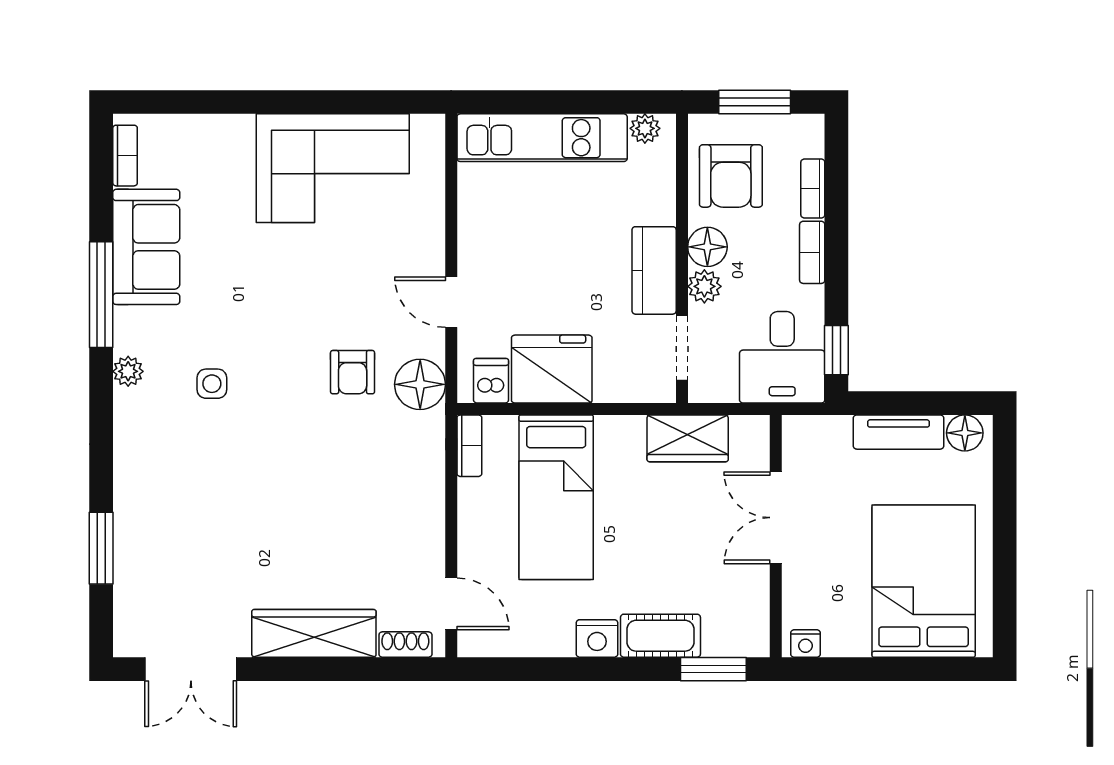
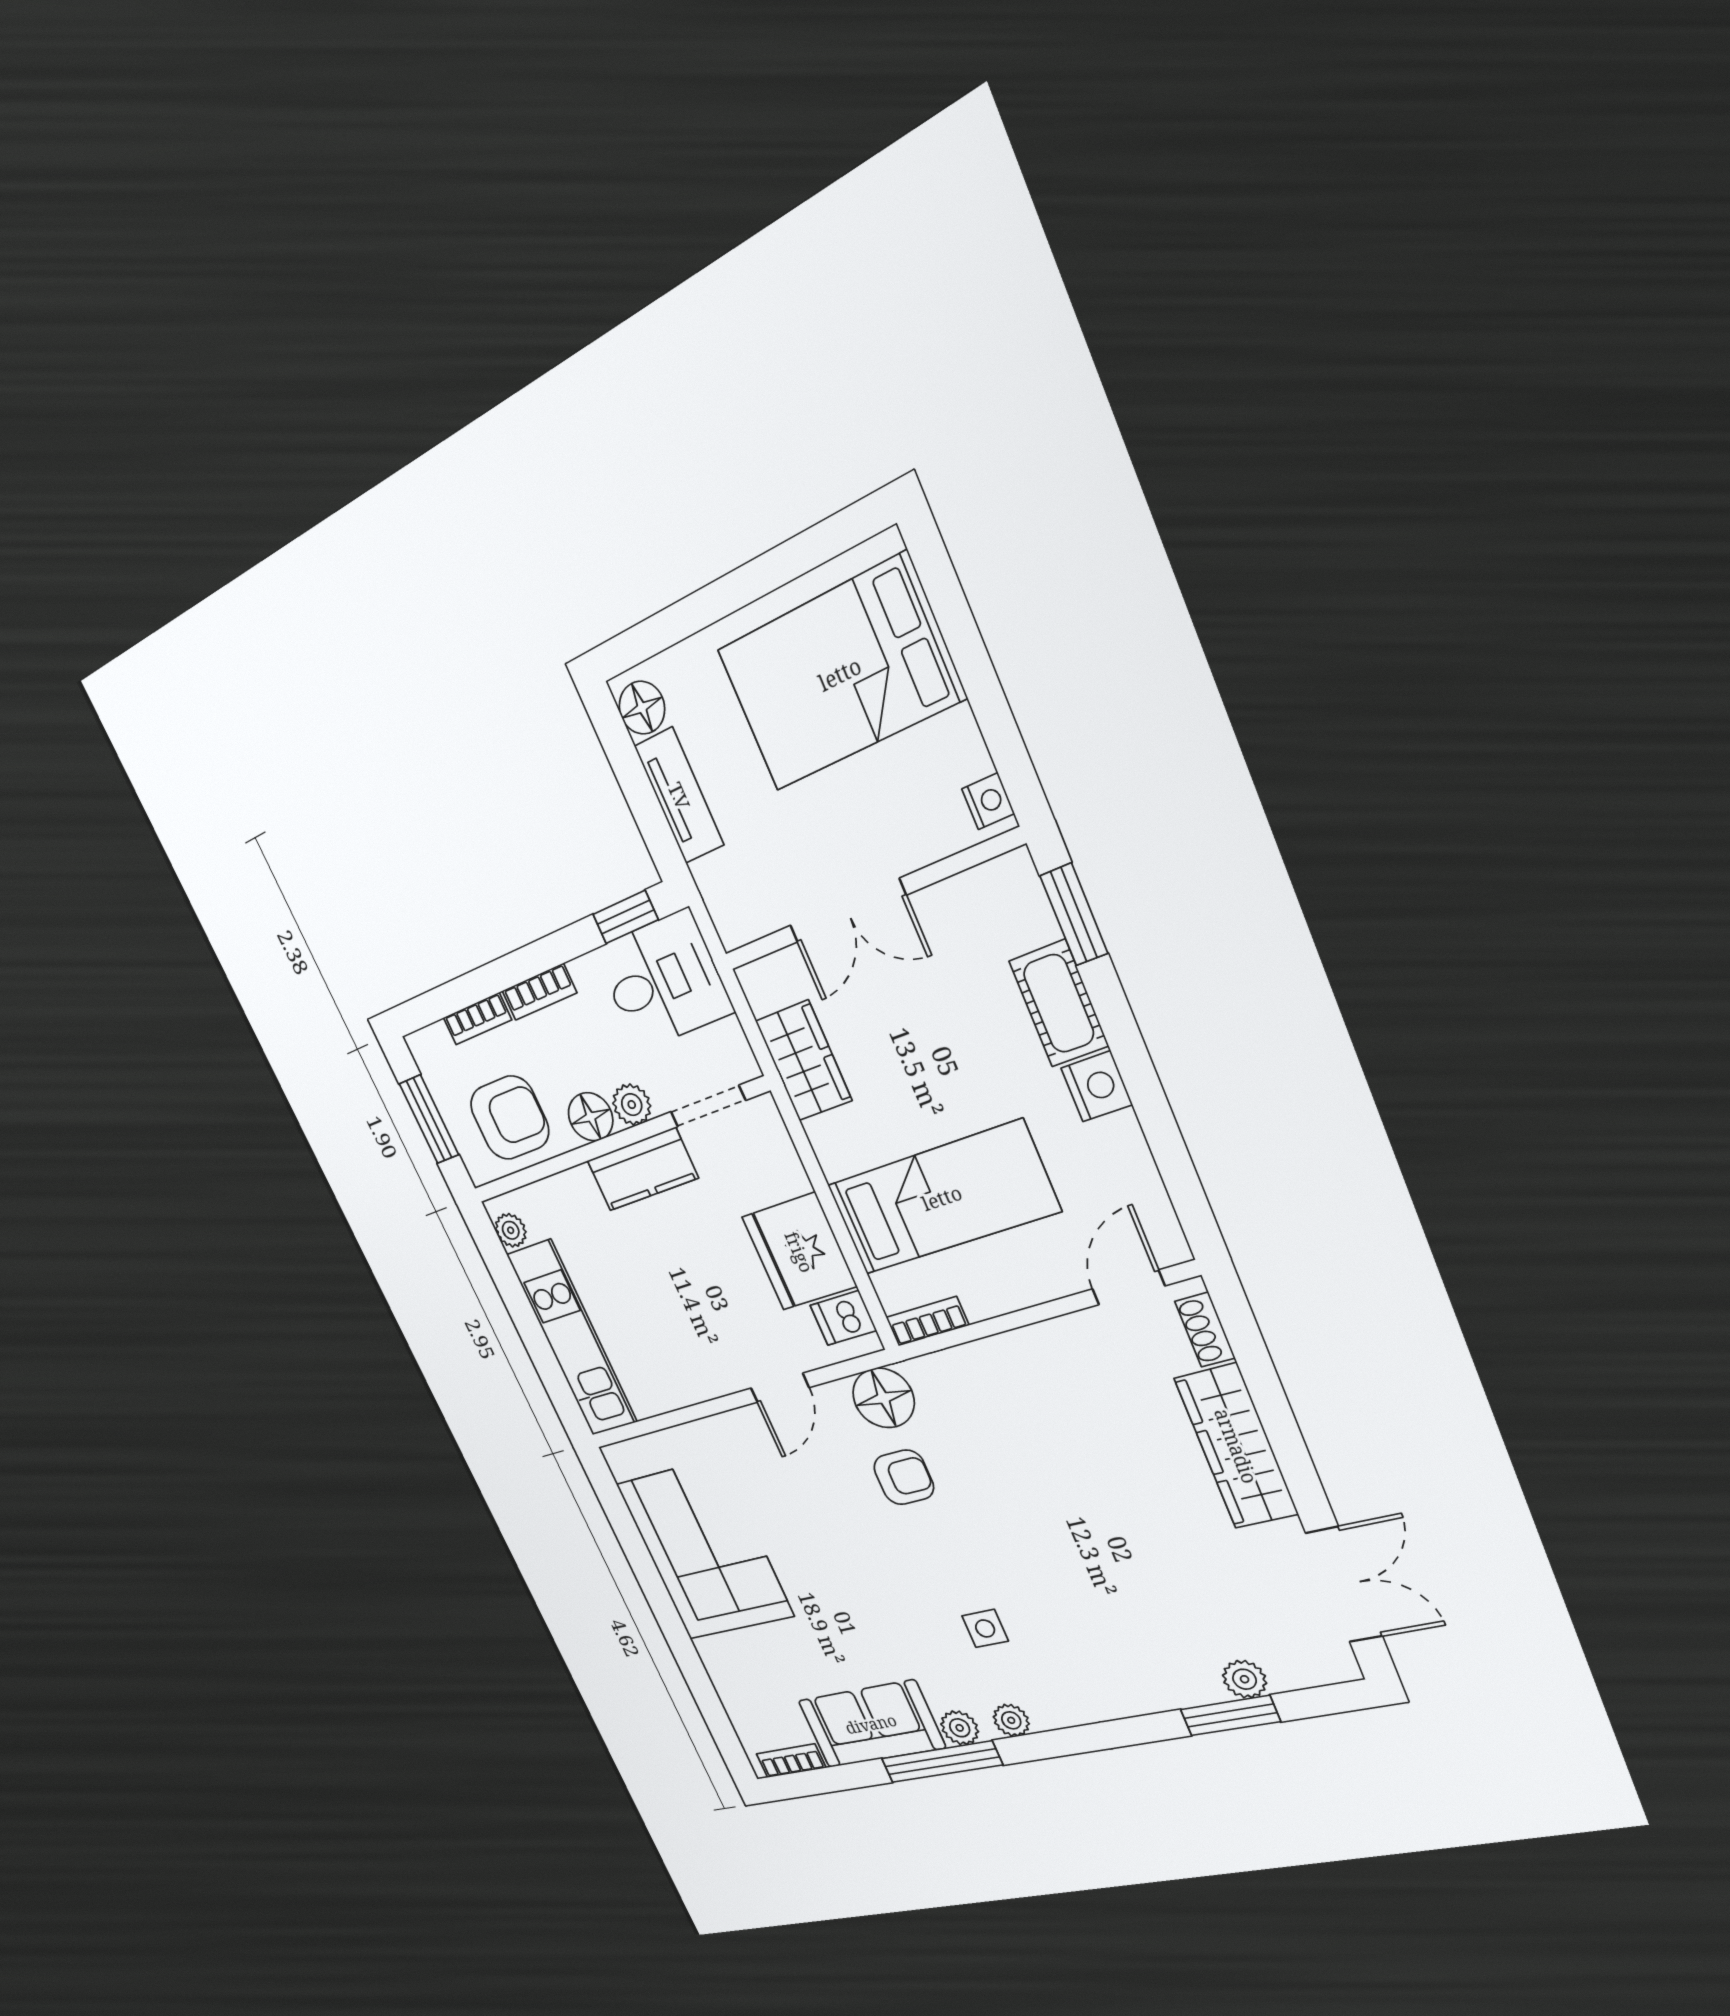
plant: (129, 324) -> (960, 1728), added
plant: (129, 570) -> (1245, 1679), added

